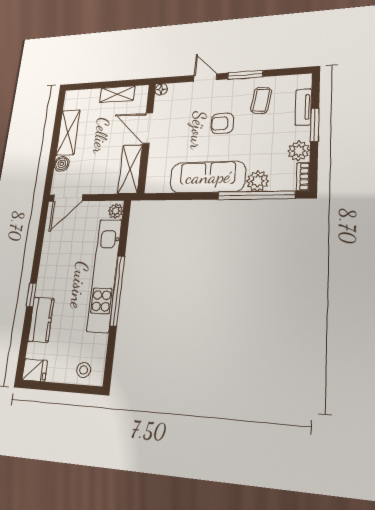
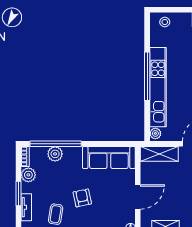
armchair: (222, 123) -> (82, 198), turned -102
door: (148, 128) -> (138, 197), hinge flipped
shelving: (130, 169) -> (159, 154), moved, turned 90
sofa: (208, 177) -> (109, 158), moved

